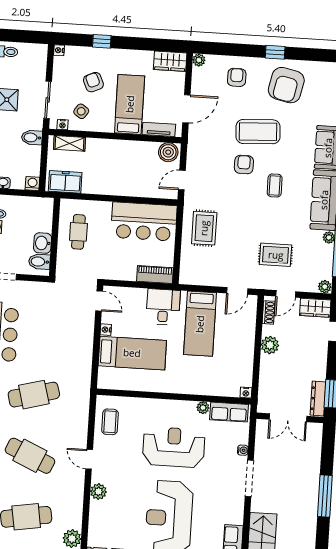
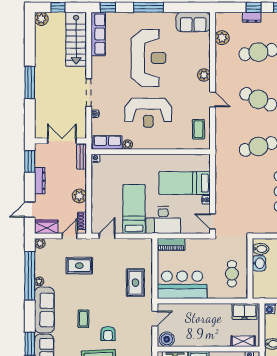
desk: (163, 307) -> (163, 220), width x1.37
bench: (264, 396) -> (82, 157), added
dresser: (318, 399) -> (40, 181), moved

